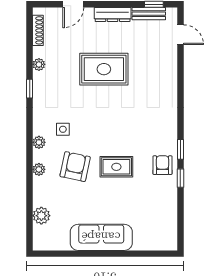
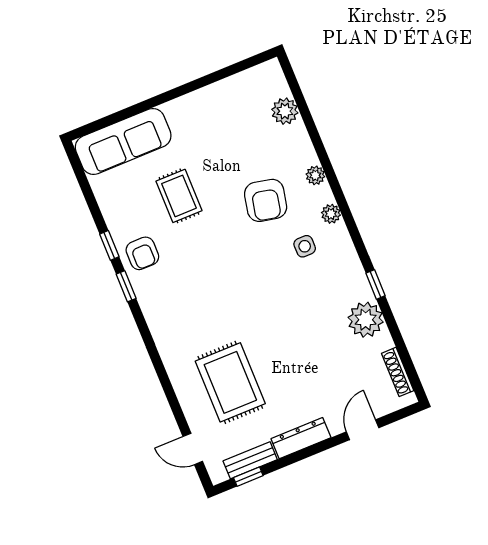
plant: (39, 64) -> (366, 320), width x1.88, depth x1.88
rug: (104, 69) -> (230, 382), moved, turned 90
rug: (116, 167) -> (179, 196), moved, turned 90
sofa: (101, 237) -> (123, 141), moved

